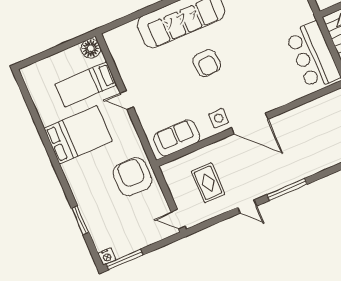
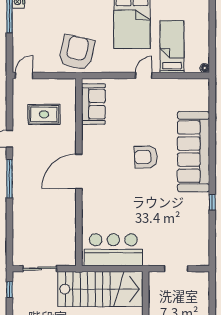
floor lamp: (91, 48) -> (205, 68), width x0.53, depth x0.53
side table: (219, 118) -> (95, 147), removed
armchair: (132, 177) -> (77, 52), turned -78

